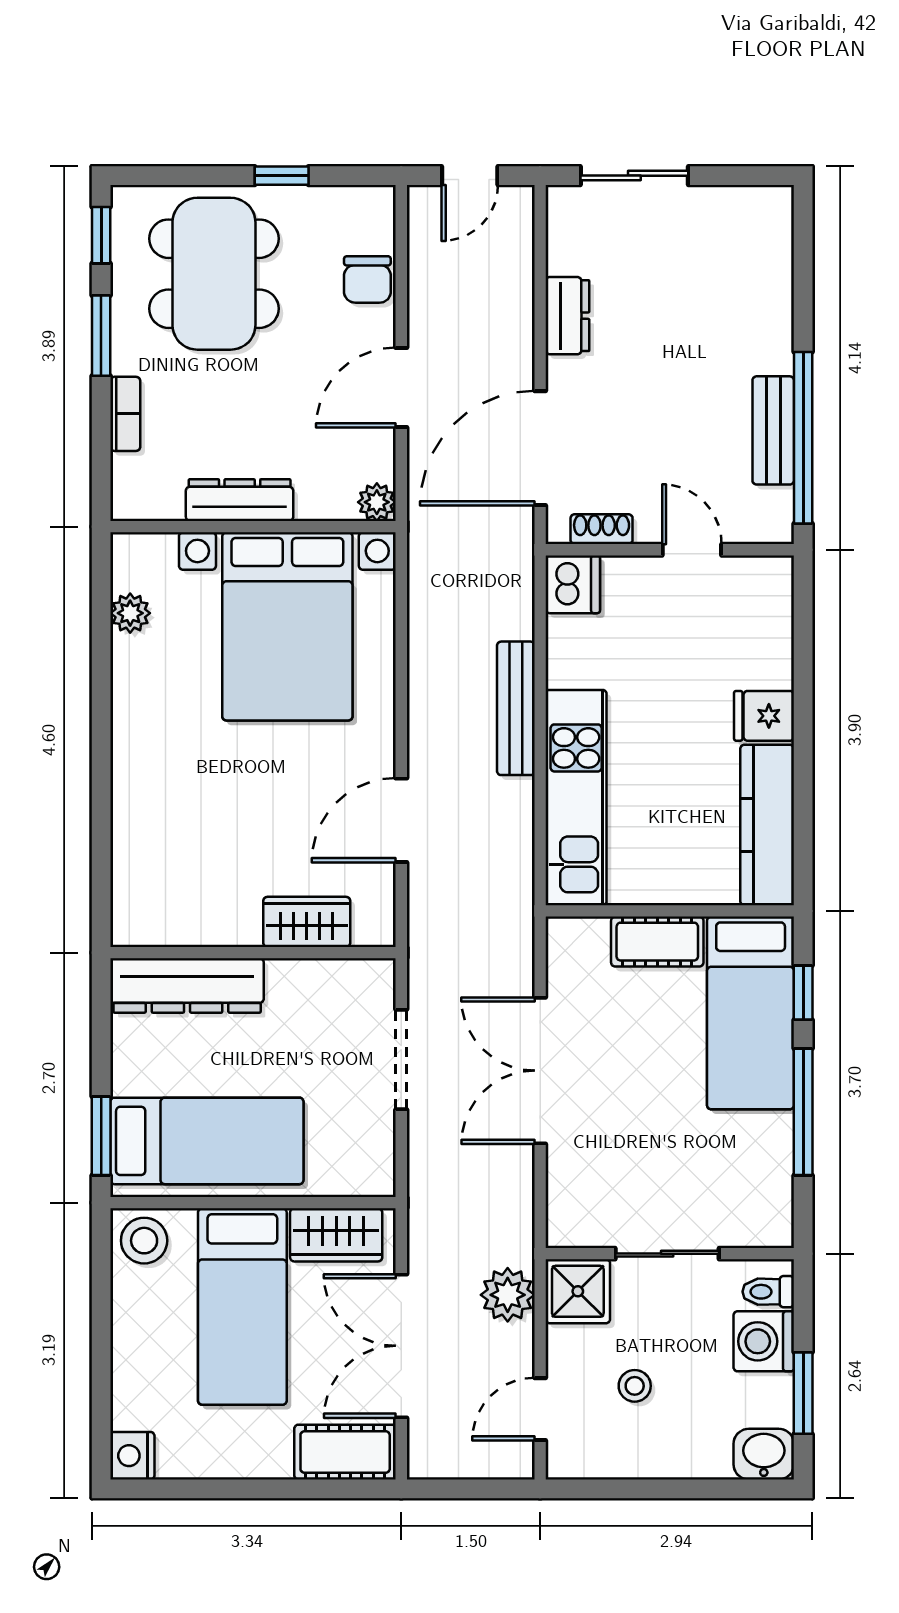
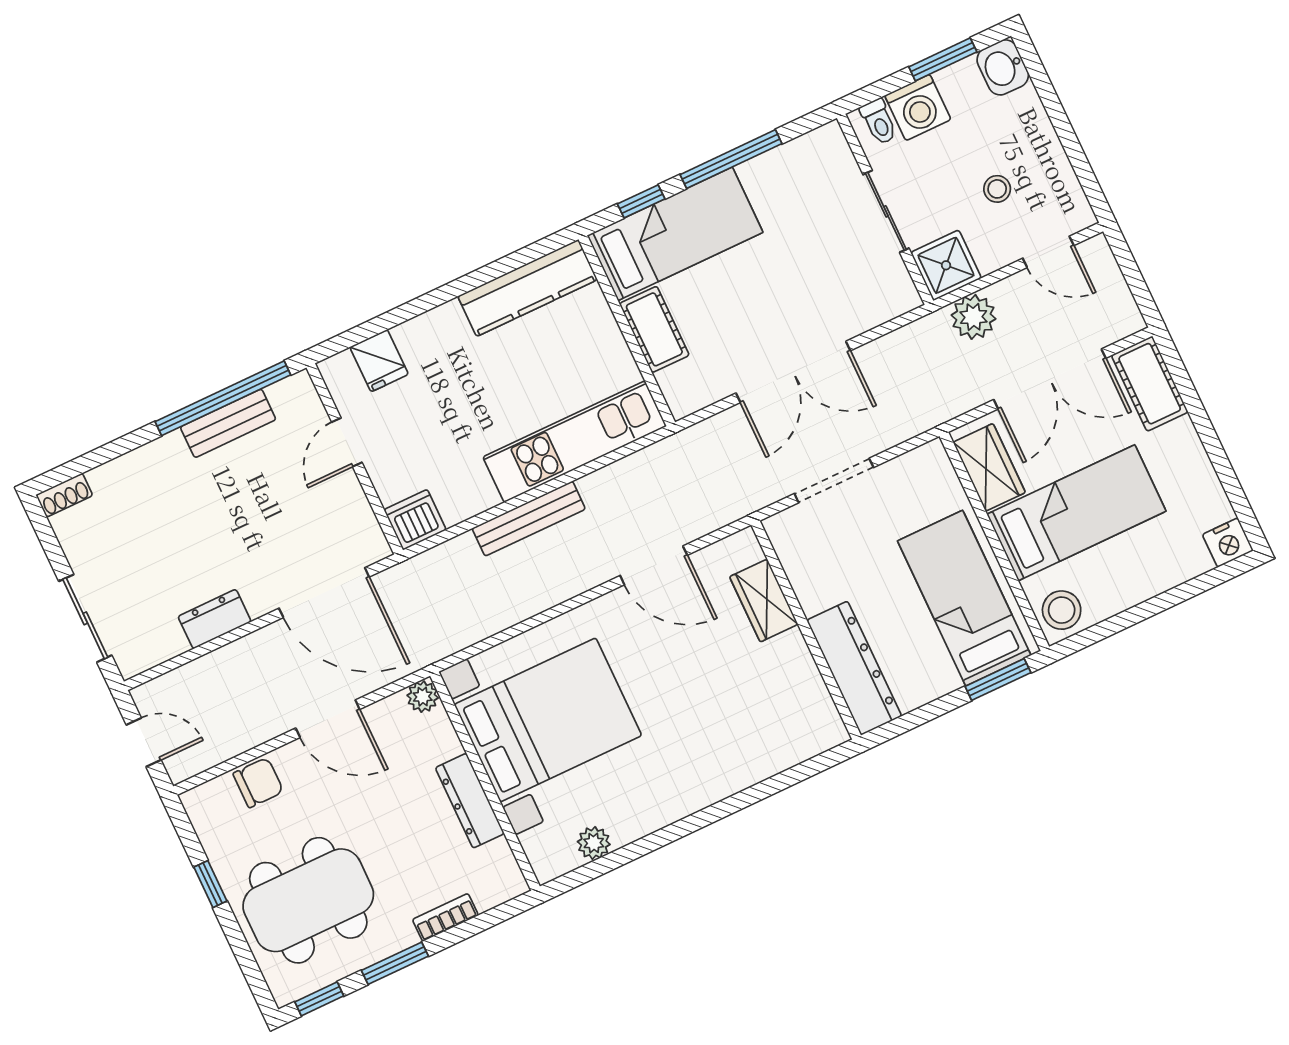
shoe rack: (602, 529) -> (64, 495), moved, turned -90
fridge: (764, 716) -> (379, 361), moved

